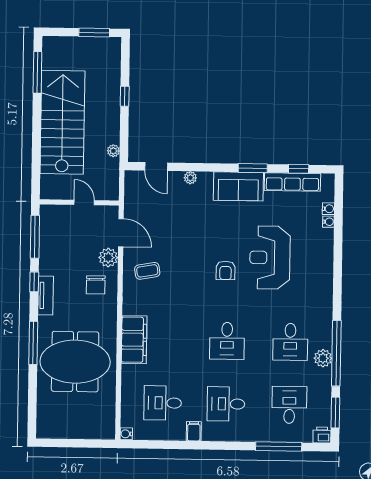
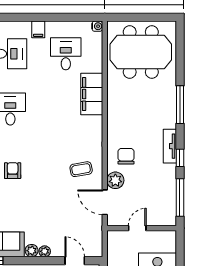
plant: (205, 179) -> (32, 251), added
door: (84, 203) -> (137, 228), swing flipped
filing cabinet: (134, 340) -> (92, 94), moved
meeting table: (75, 362) -> (141, 52), moved
desk: (163, 403) -> (66, 54), turned -90

